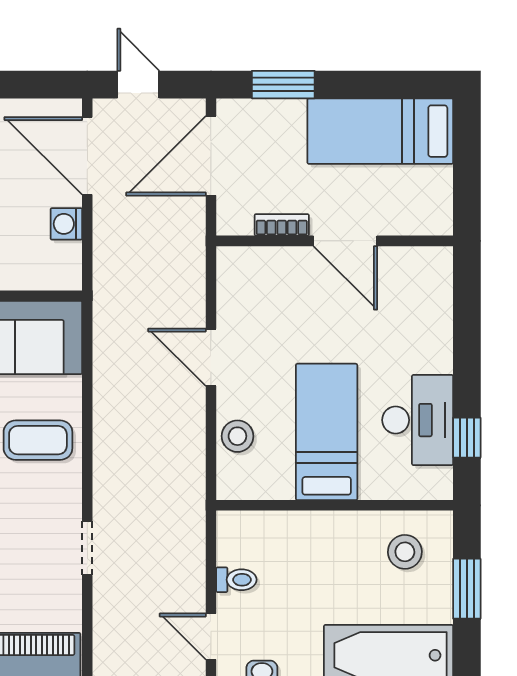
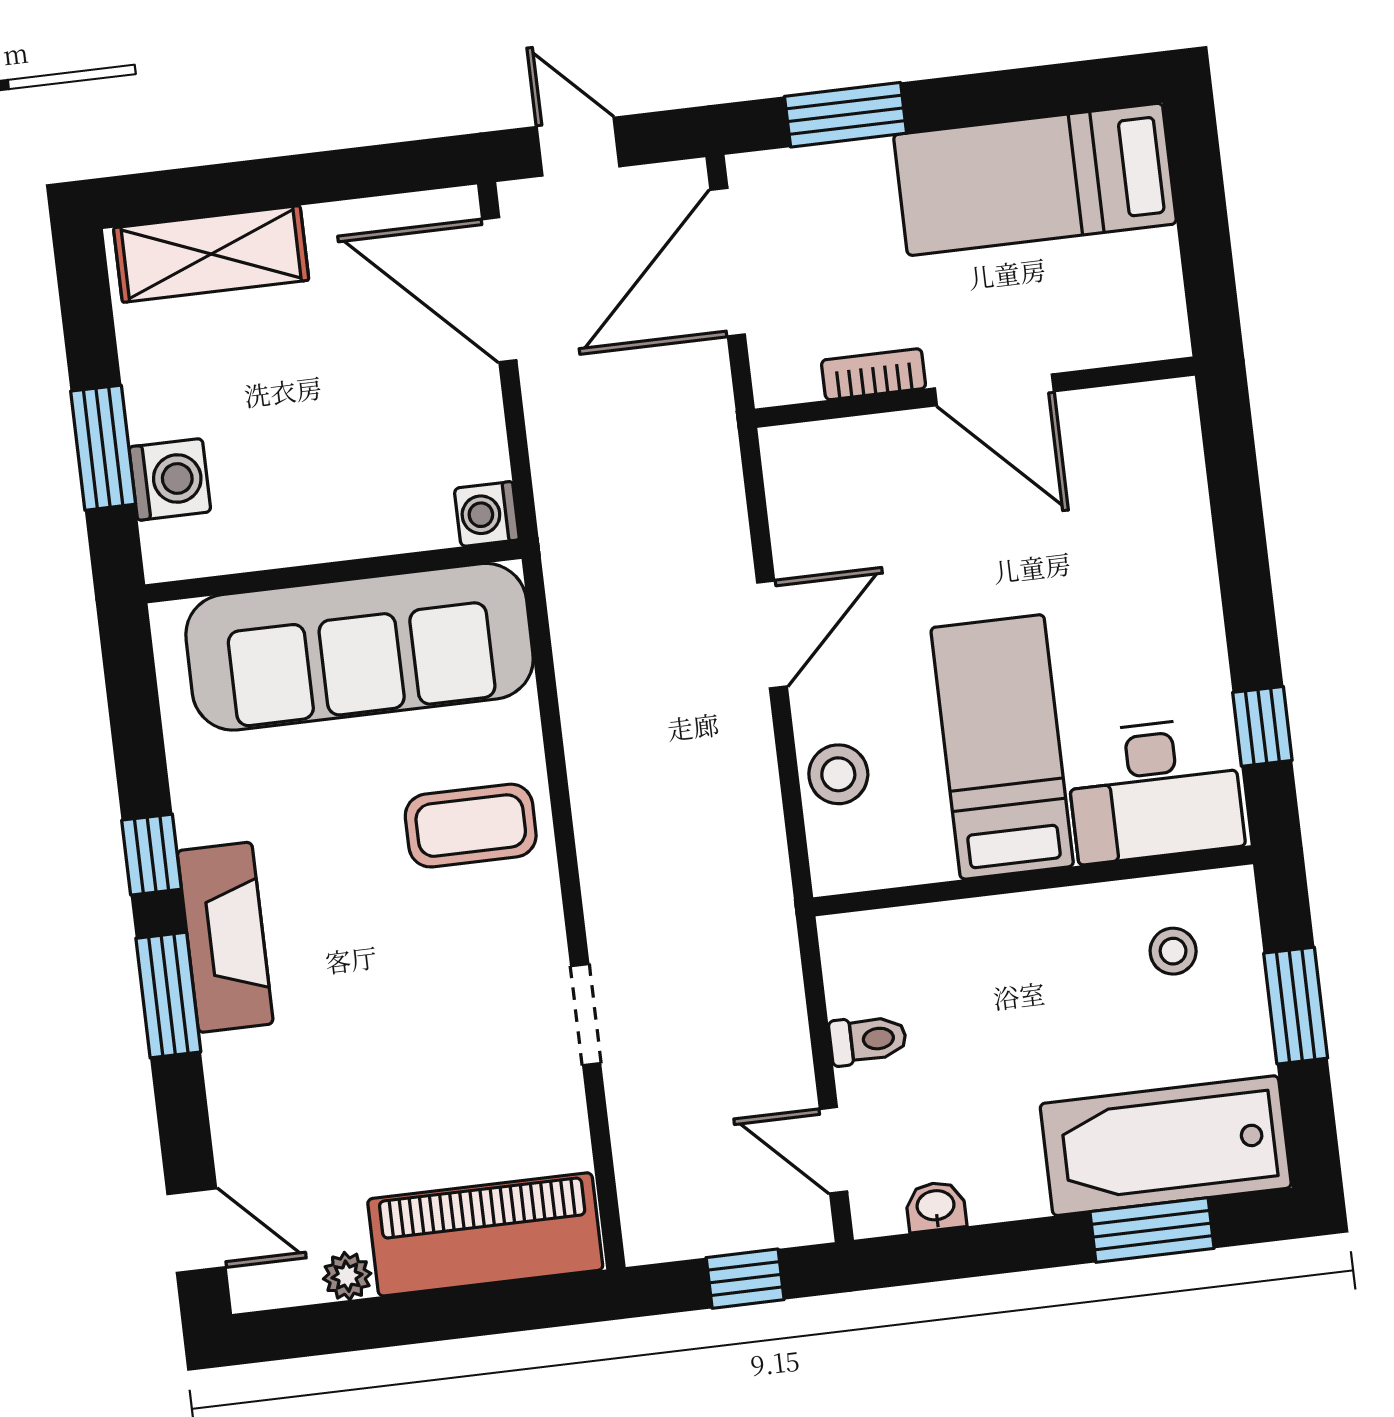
washing machine: (66, 224) -> (487, 514), moved
door: (211, 357) -> (772, 635), swing flipped
desk: (418, 420) -> (1155, 790), moved, turned 90
stool: (405, 552) -> (1173, 951), width x0.73, depth x0.73

